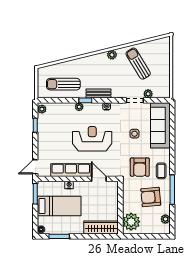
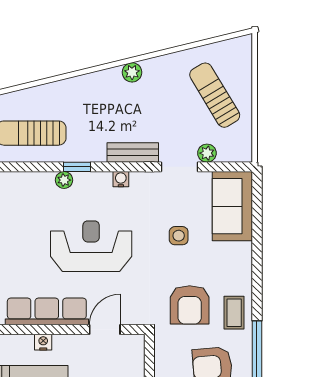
sun lounger: (138, 64) -> (215, 95), moved
bench: (98, 94) -> (133, 153), moved
sofa: (160, 125) -> (232, 206), width x0.73
door: (99, 179) -> (105, 329), hinge flipped

